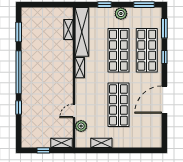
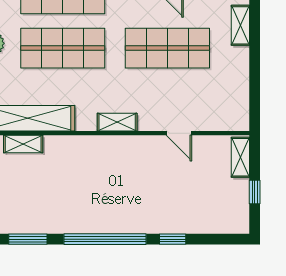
shelving: (80, 68) -> (117, 122), moved
plant: (81, 126) -> (208, 120), removed
shelving: (101, 143) -> (240, 25), moved

